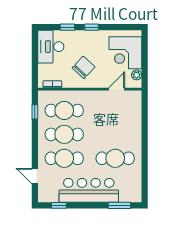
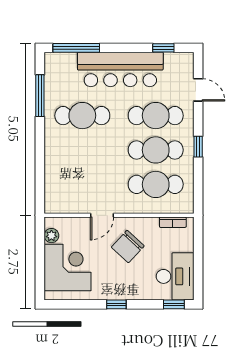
window: (67, 27) -> (174, 304), moved
door: (117, 89) -> (102, 215), moved
window: (35, 112) -> (198, 147), moved
window: (145, 172) -> (40, 96), added
window: (119, 205) -> (76, 48), width x1.44

